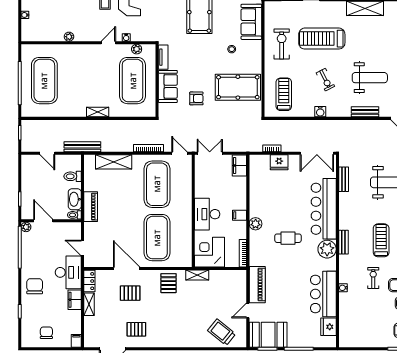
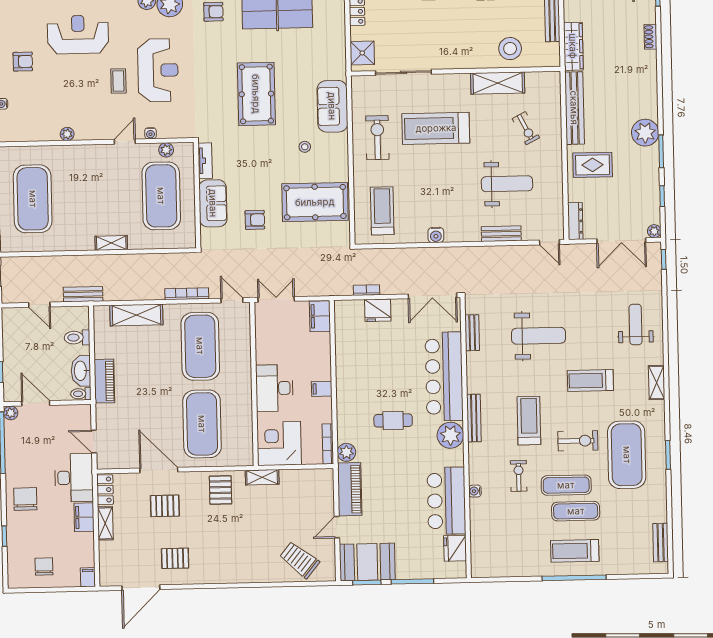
exercise bike: (325, 80) -> (526, 128), moved
bench: (82, 147) -> (83, 294), width x0.73
plant: (256, 224) -> (346, 452), moved
bench: (343, 242) -> (474, 418), width x1.36

